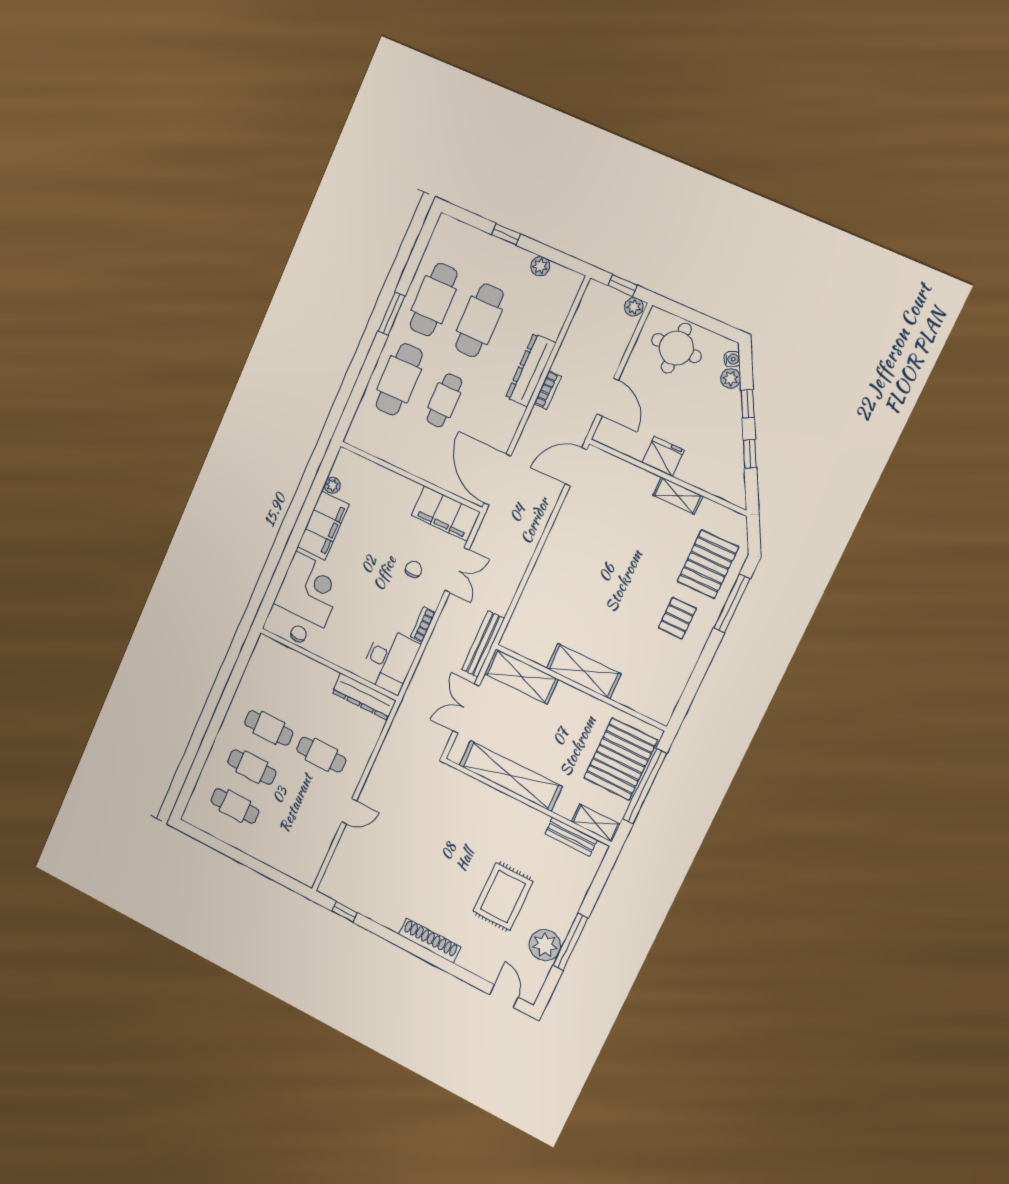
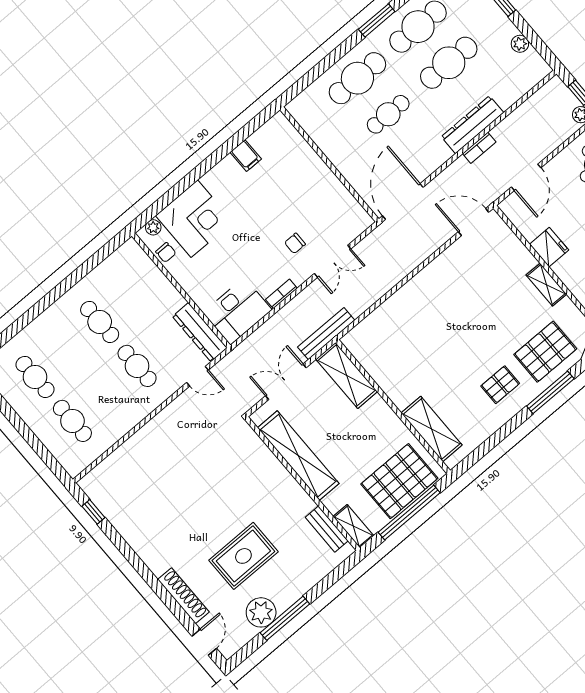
plant: (332, 485) -> (153, 227), moved
filing cabinet: (446, 514) -> (345, 209), removed
filing cabinet: (323, 526) -> (246, 156), width x0.33, depth x0.86
chair: (413, 569) -> (295, 243), turned 180
chair: (298, 634) -> (166, 252), turned 90
shelving: (584, 671) -> (432, 429), moved
cafe table: (252, 767) -> (72, 421), moved
door: (349, 811) -> (197, 376), moved
shoe rack: (430, 941) -> (183, 596), moved

